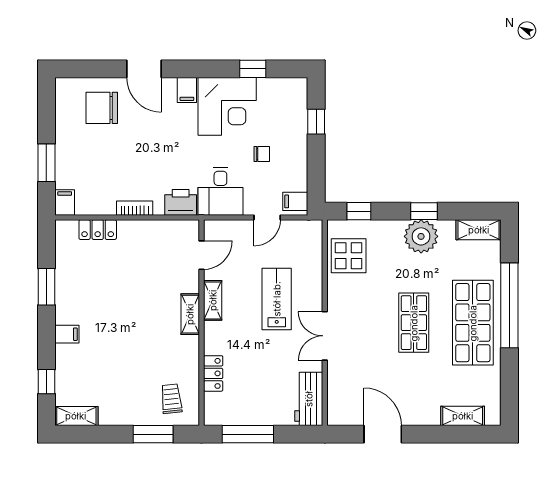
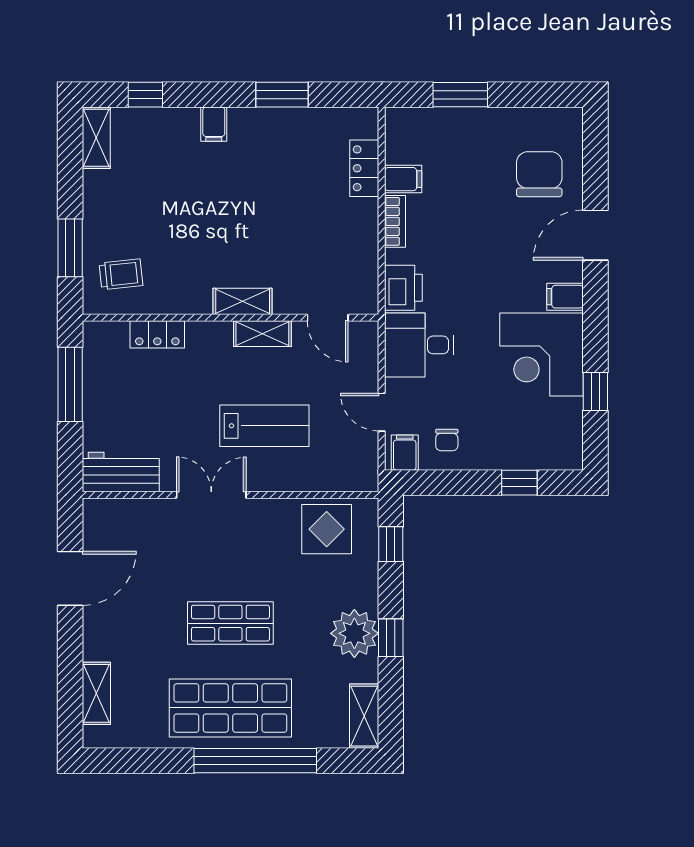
chair: (262, 154) -> (447, 440), moved
filing cabinet: (65, 203) -> (403, 179), moved

